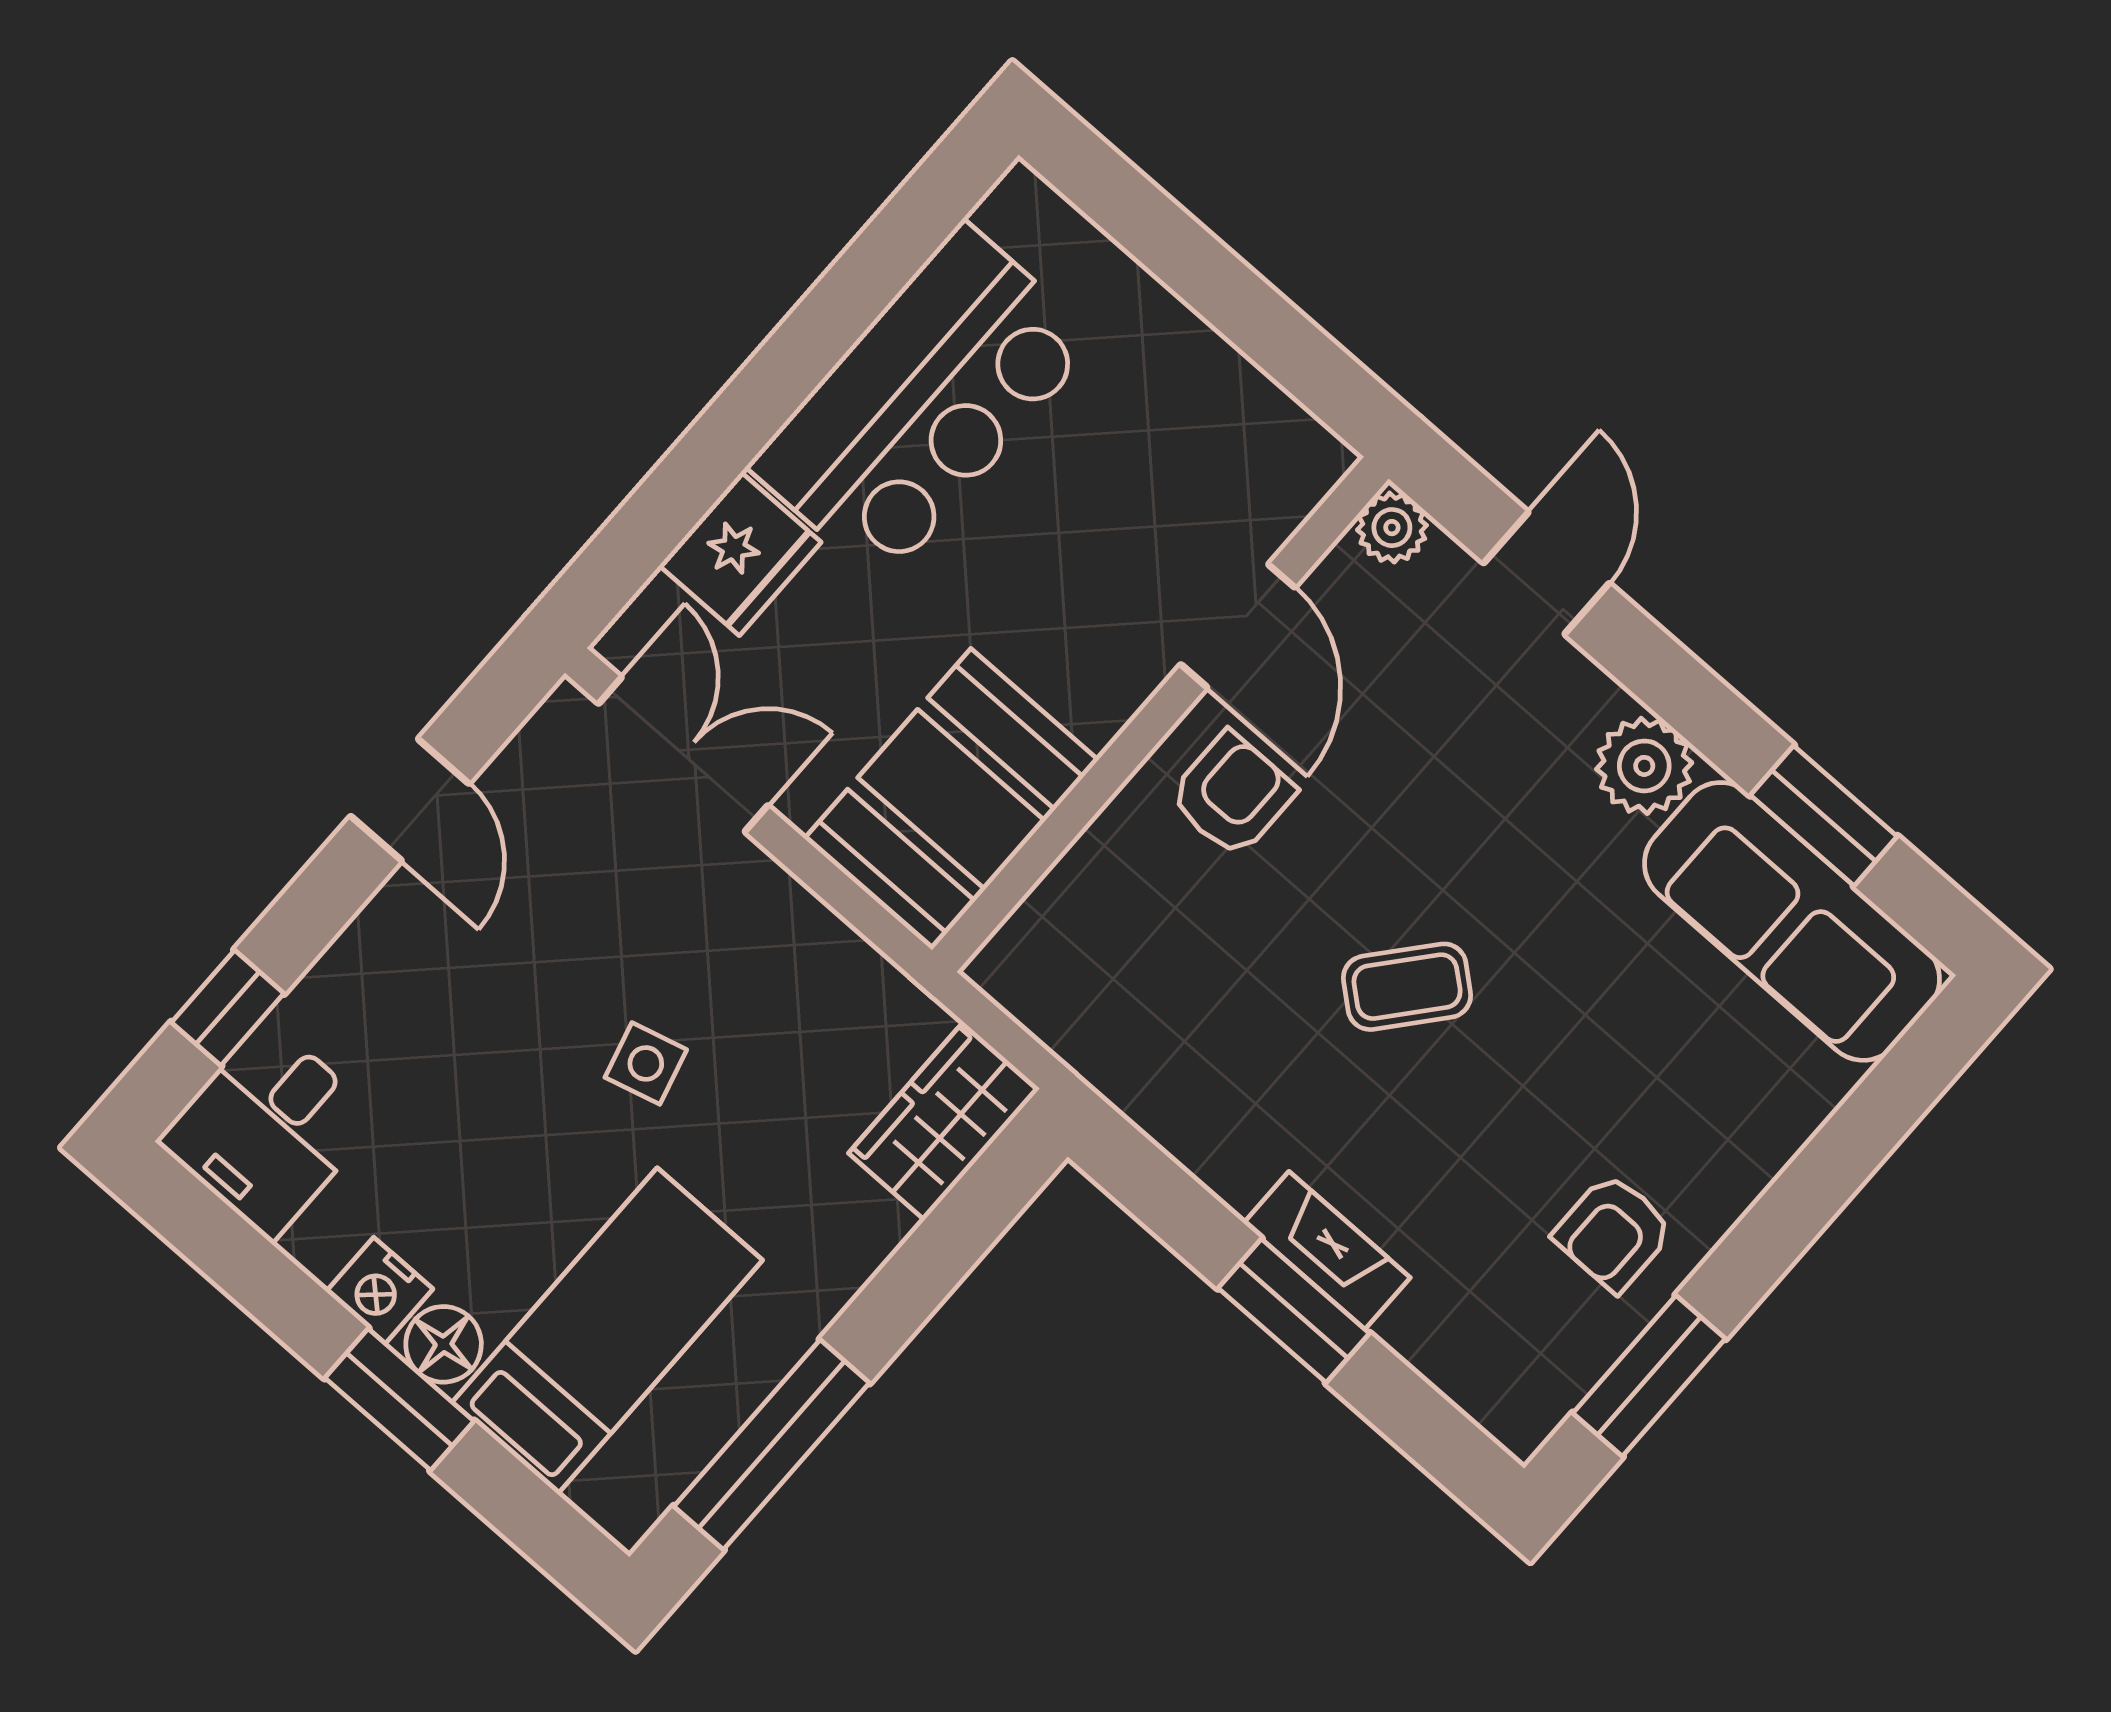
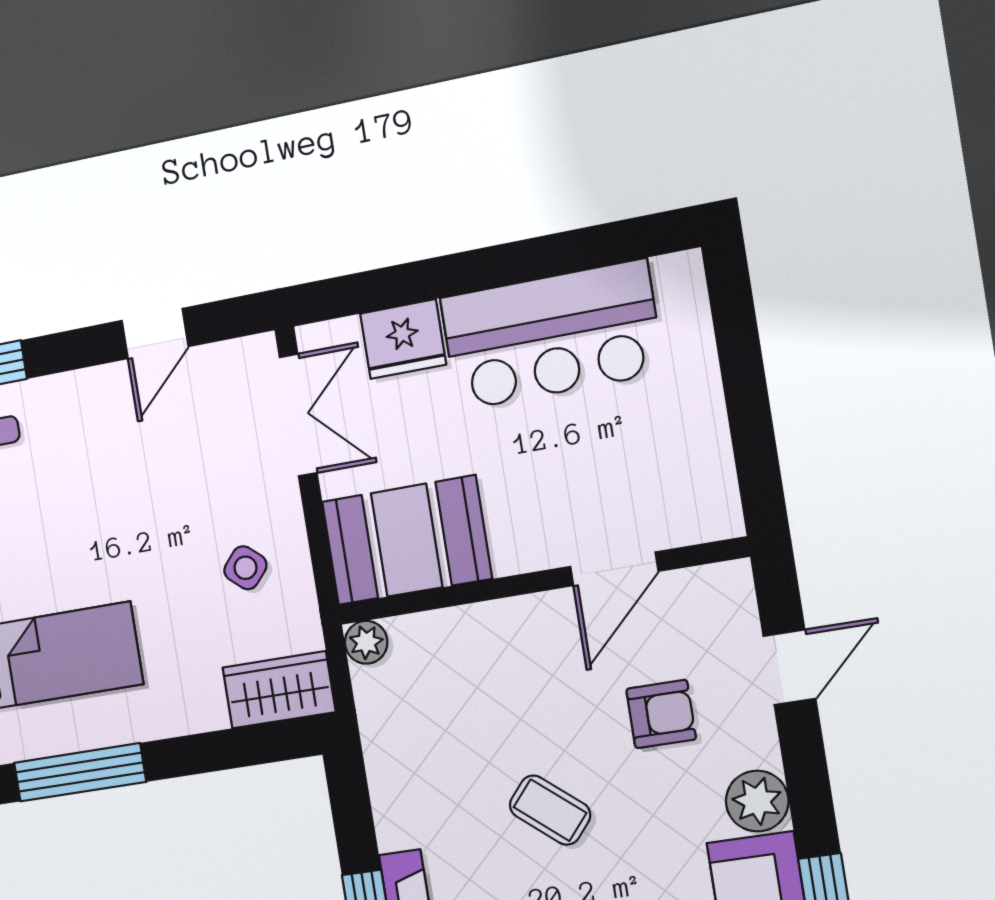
plant: (1392, 528) -> (366, 642), moved
armchair: (1232, 794) -> (661, 714), moved
side table: (646, 1063) -> (245, 568), moved, turned -34

